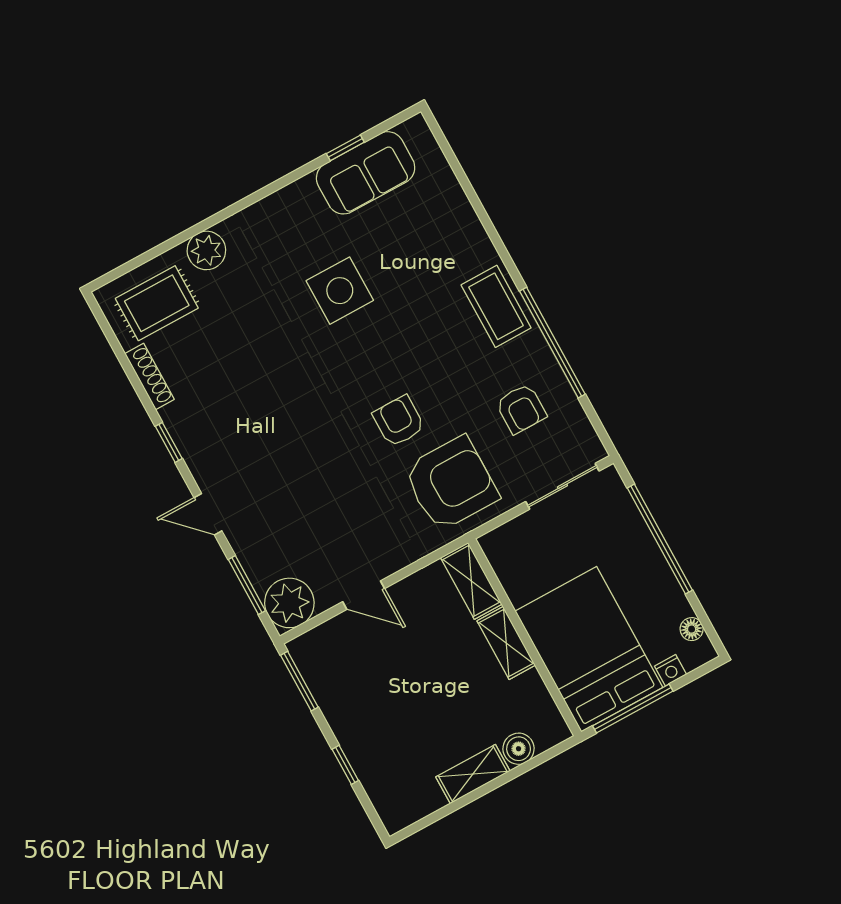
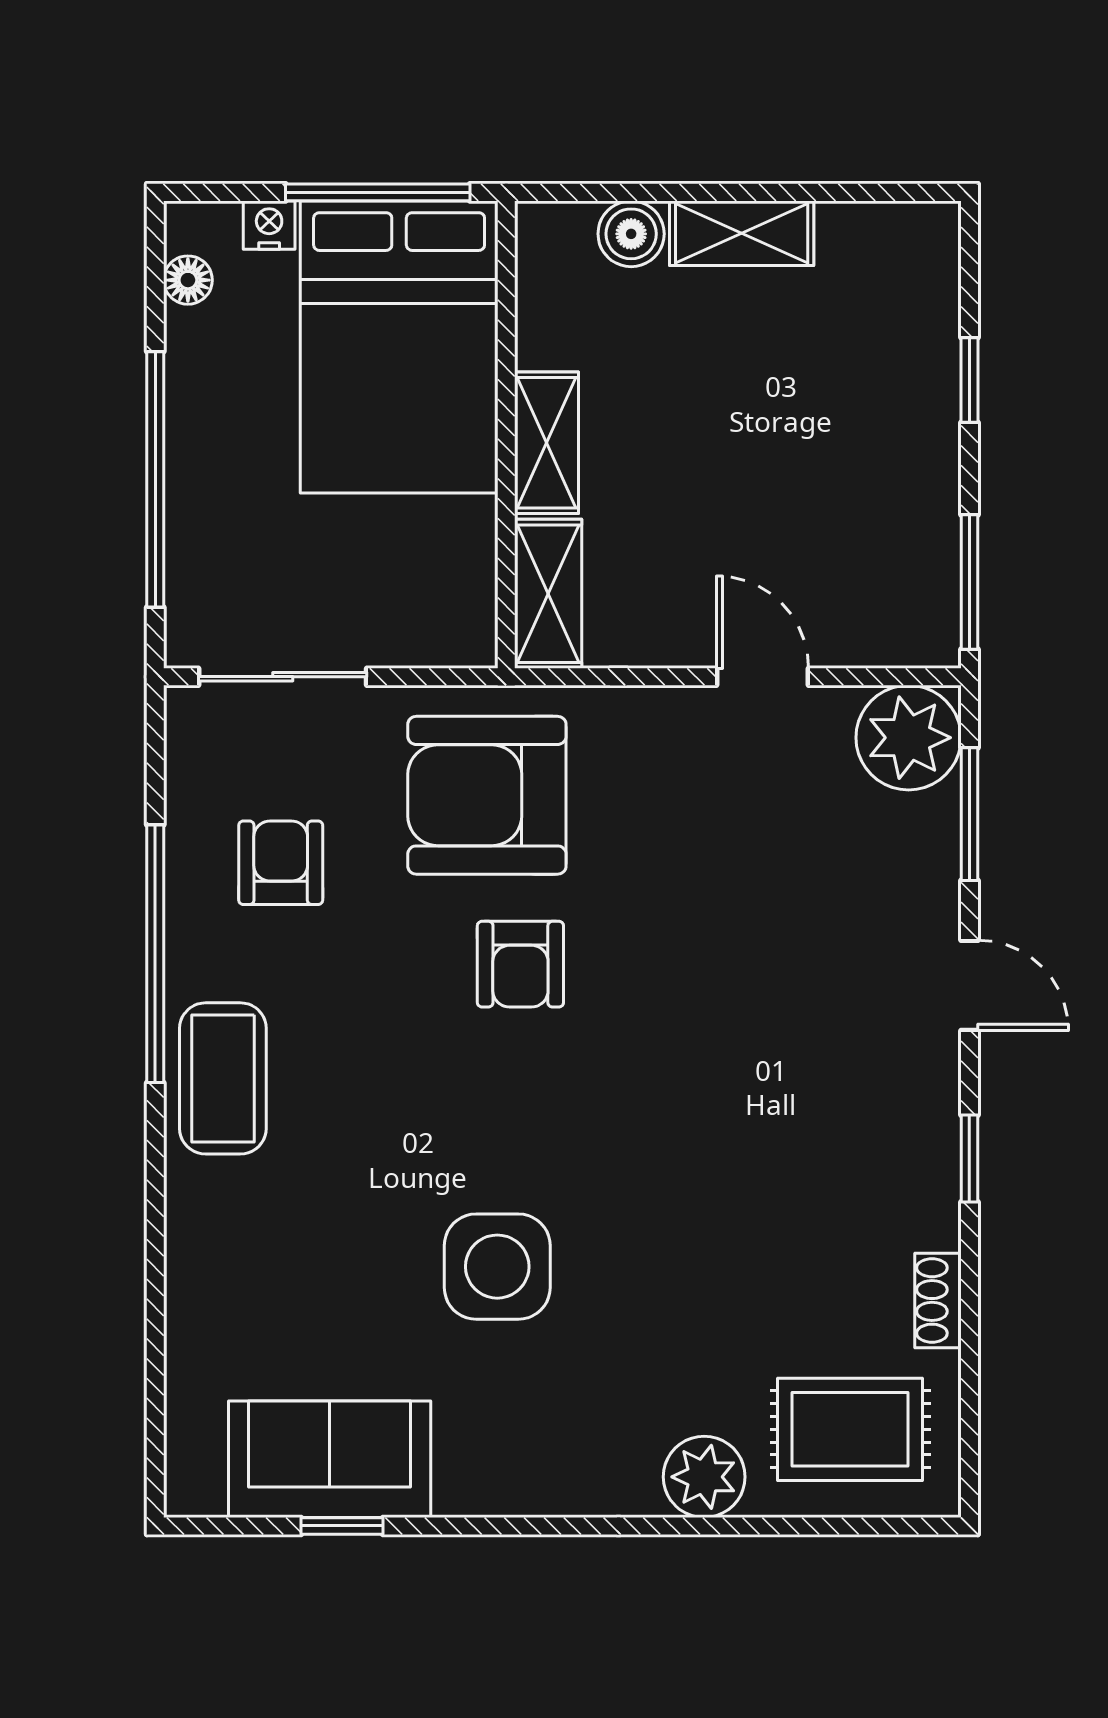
shoe rack: (150, 377) -> (938, 1300), width x0.70

